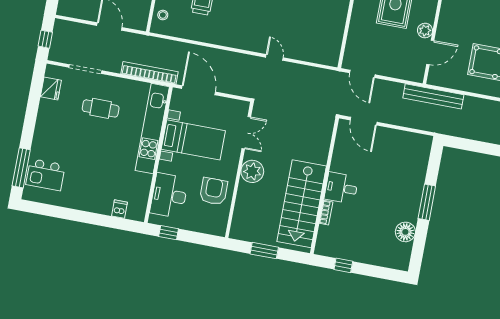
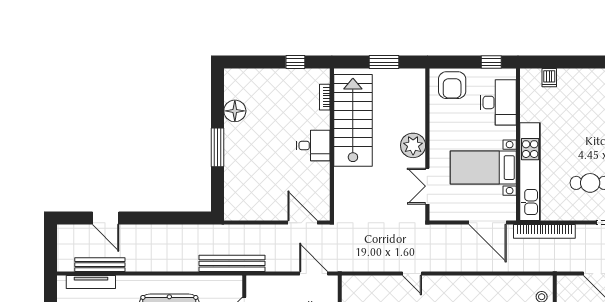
armchair: (214, 191) -> (452, 85), moved
bookcase: (326, 213) -> (325, 97), moved

